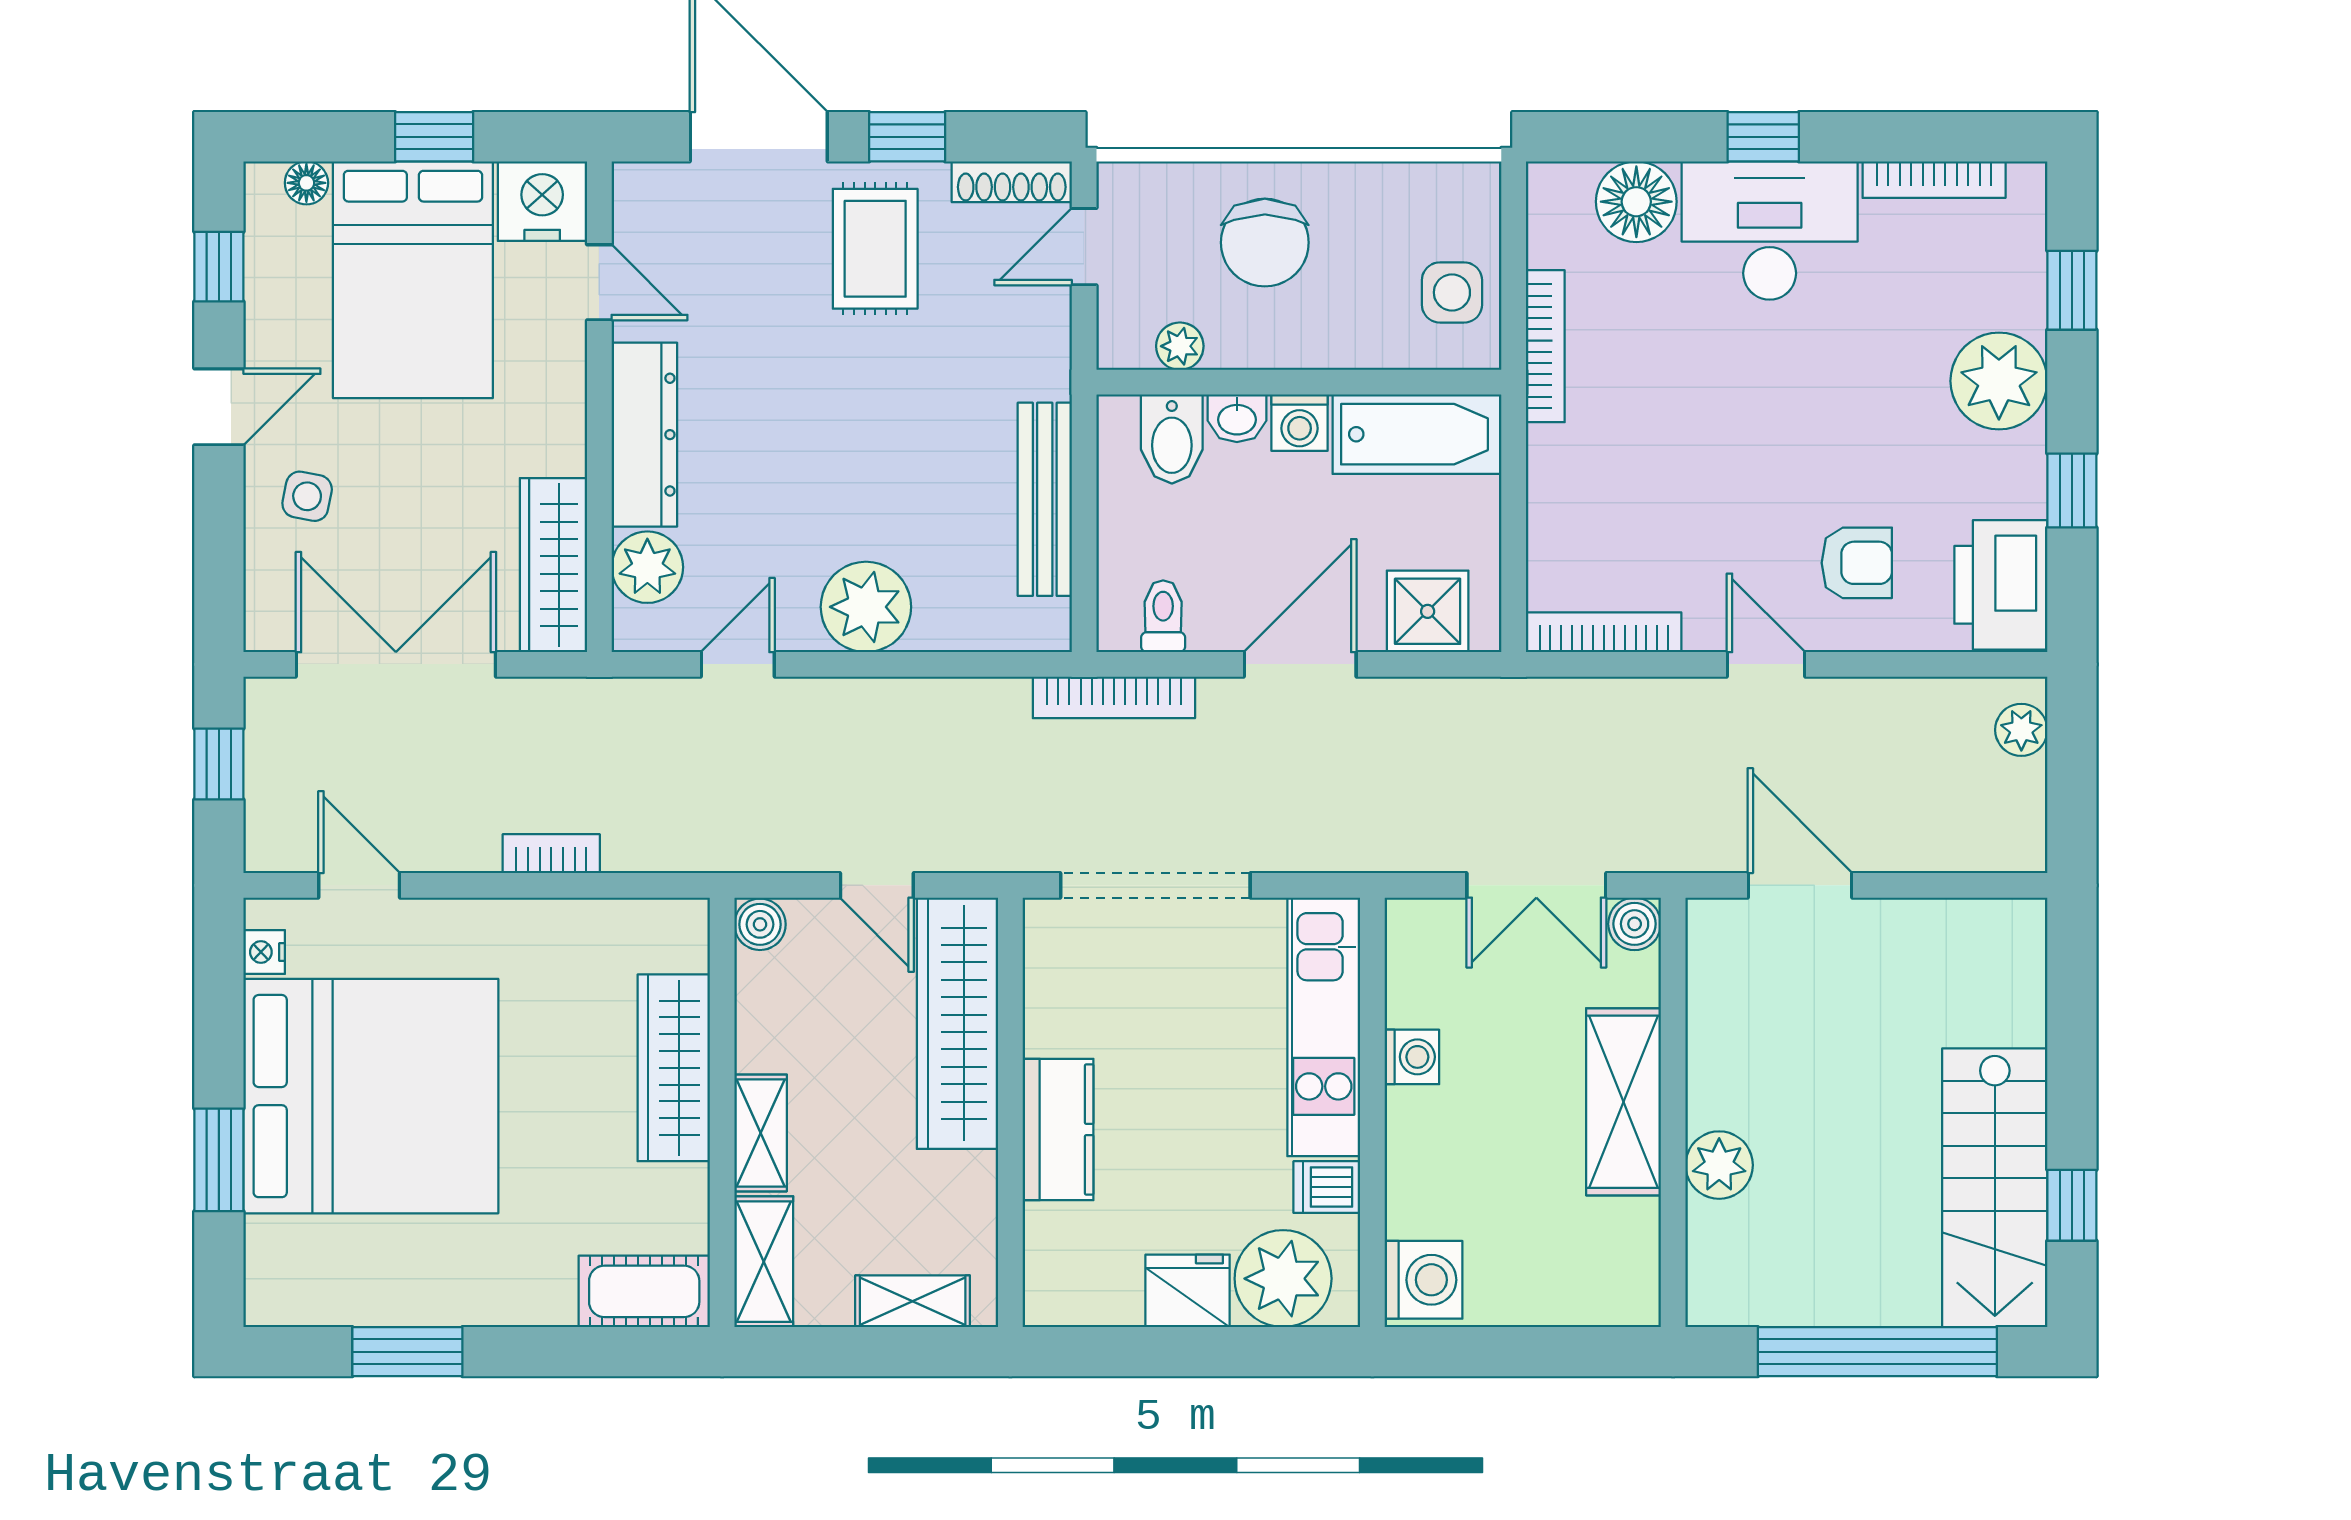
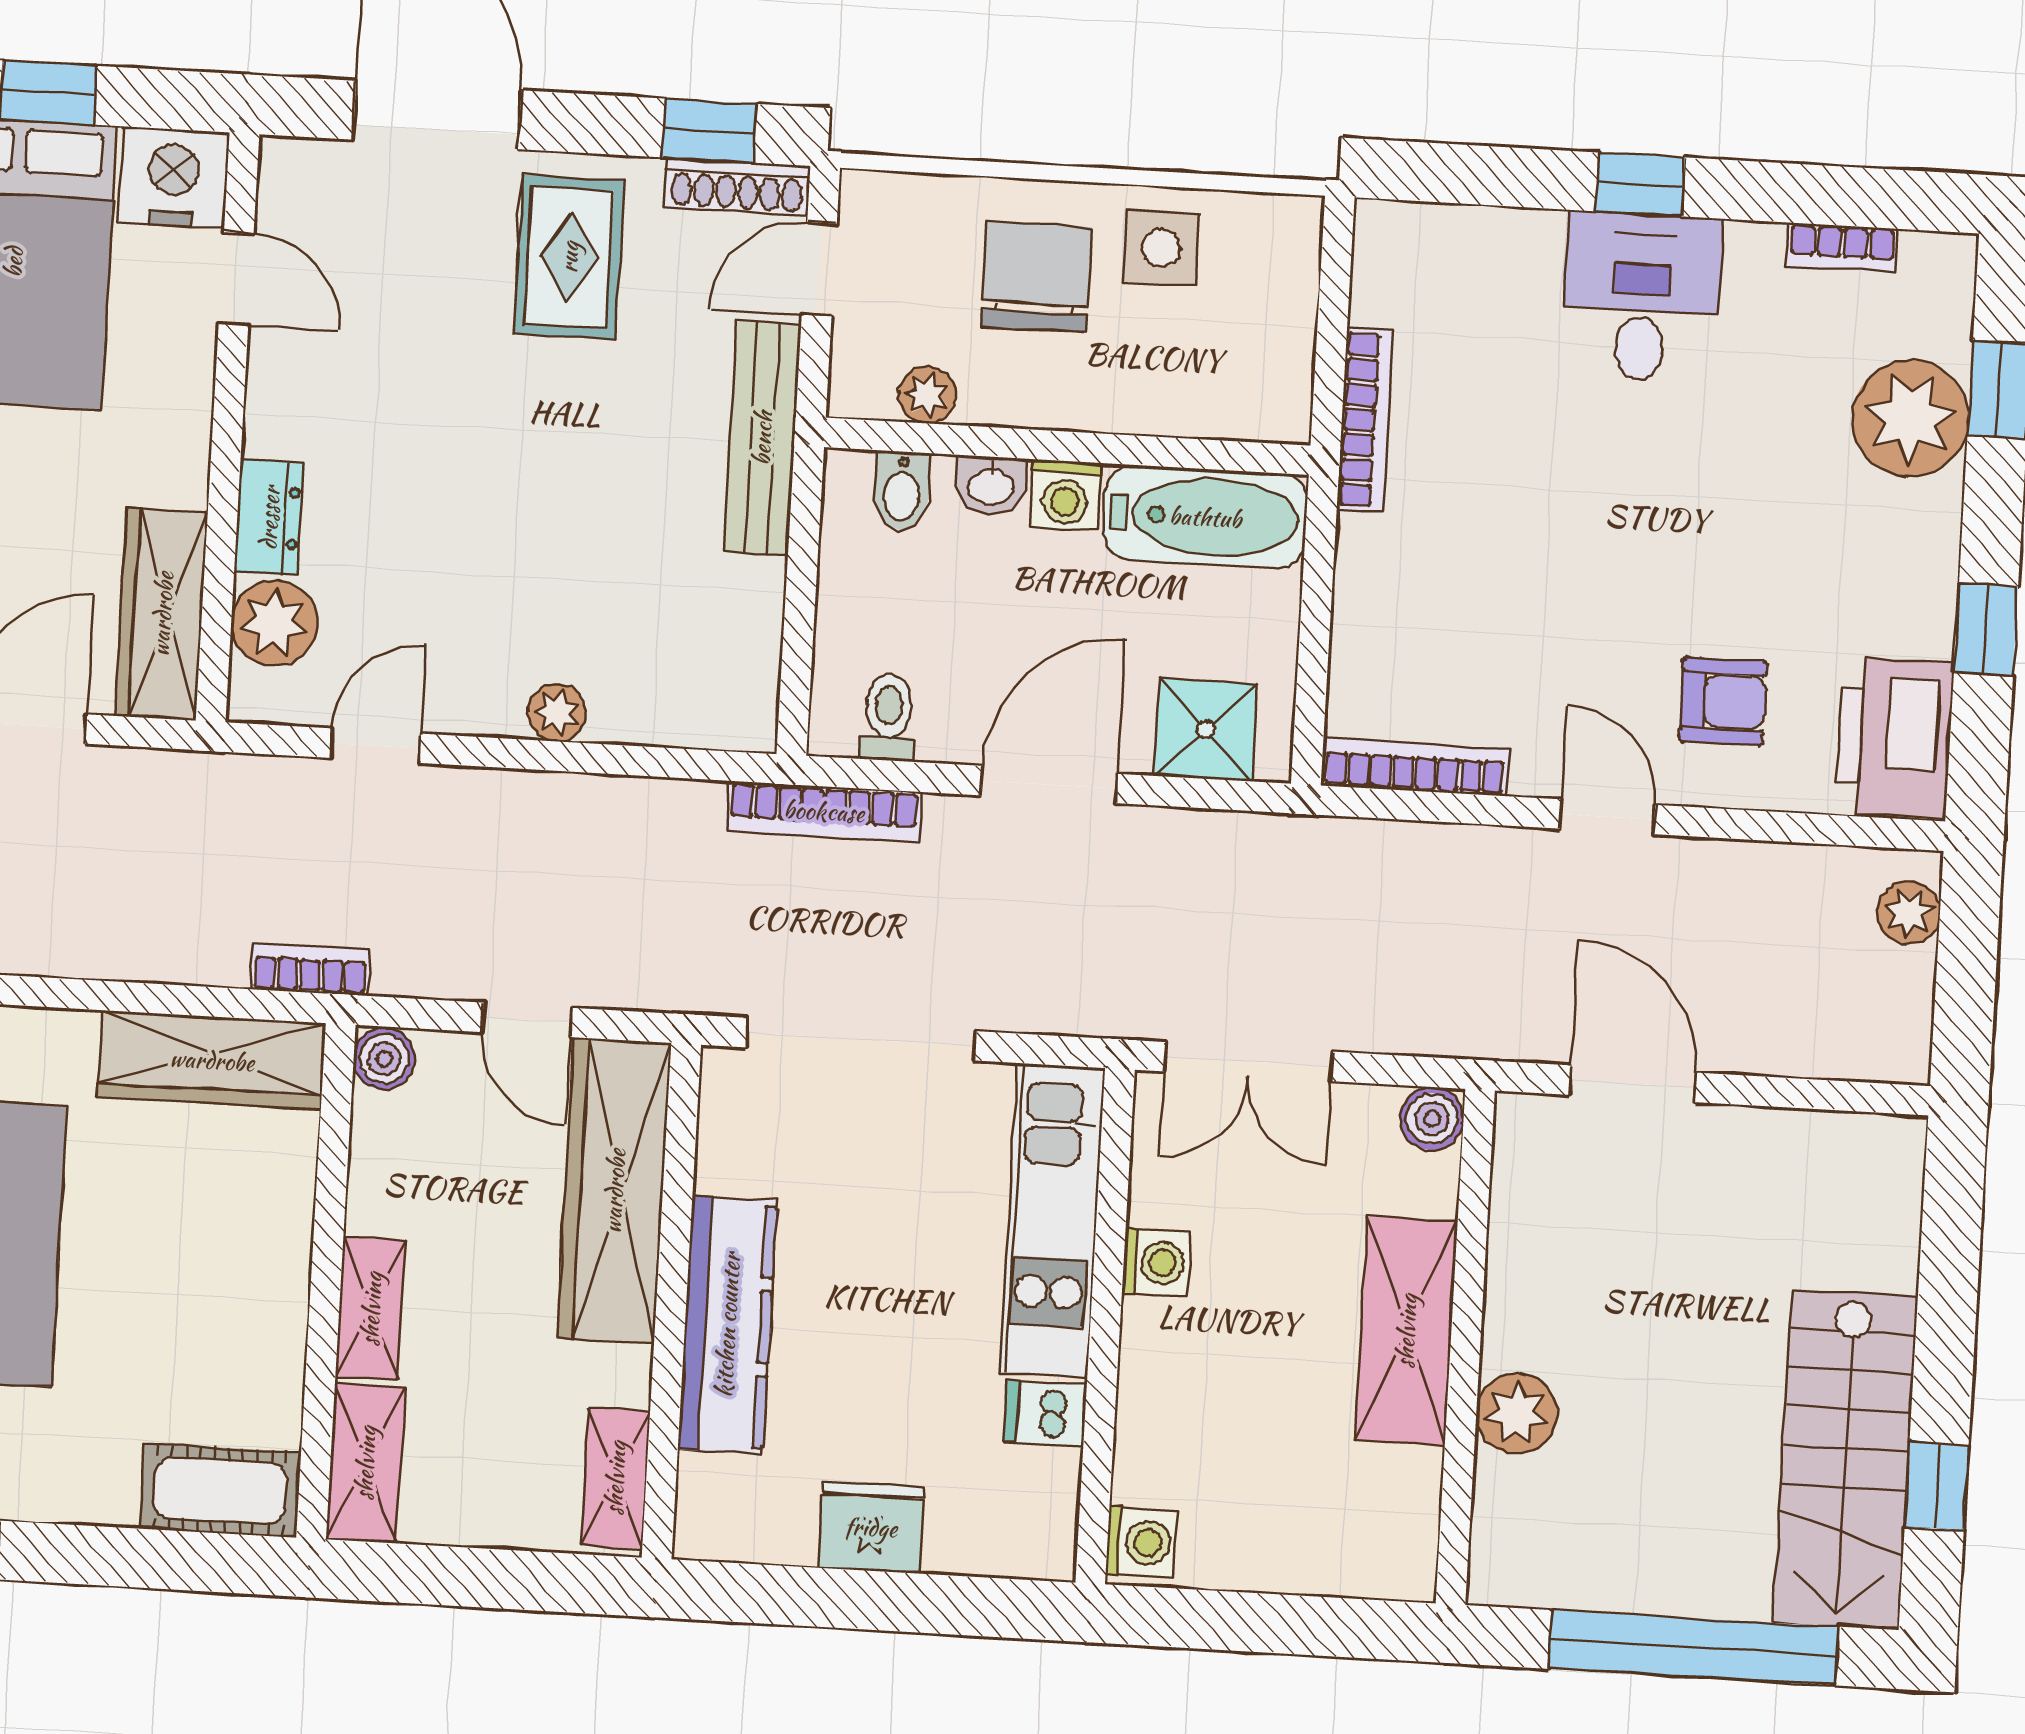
window: (907, 137) -> (709, 131), moved
bookcase: (1934, 180) -> (1842, 248), width x0.64
floor lamp: (1636, 202) -> (1484, 253), removed
desk: (1770, 230) -> (1642, 297), width x0.73
chair: (1265, 243) -> (1036, 277), turned 180
side table: (1452, 292) -> (1161, 248), moved
plant: (1999, 381) -> (1910, 418), moved
dresser: (644, 435) -> (269, 518), width x0.51, depth x0.80
bidet: (1172, 439) -> (902, 491), width x0.72, depth x0.74
bench: (1045, 499) -> (762, 438), moved
plant: (866, 607) -> (557, 712), width x0.53, depth x0.53
bookcase: (551, 854) -> (310, 969), moved
double door: (1536, 885) -> (1248, 1062), moved
wardrobe: (674, 1068) -> (212, 1060), moved, turned -90
kitchen counter: (1058, 1129) -> (727, 1325), width x1.50
plant: (1283, 1279) -> (986, 1519), removed
washing machine: (1424, 1280) -> (1141, 1542), width x0.73, depth x0.73
shelving: (913, 1301) -> (615, 1478), moved, turned 90

